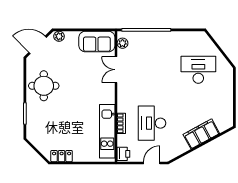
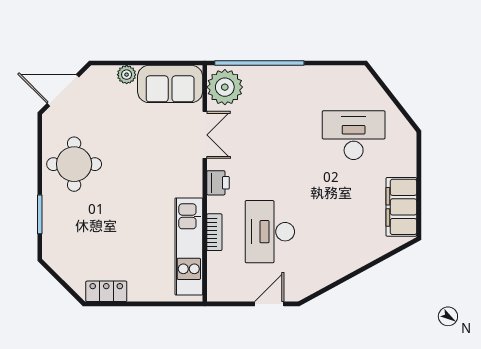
plant: (59, 36) -> (127, 75), moved
plant: (122, 43) -> (225, 87), width x1.88, depth x1.88
double door: (116, 70) -> (205, 135), swing flipped
filing cabinet: (201, 134) -> (401, 207), moved, turned -61
printer: (123, 154) -> (218, 183), moved

